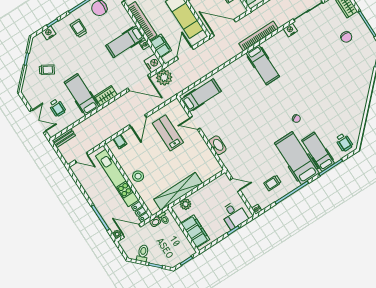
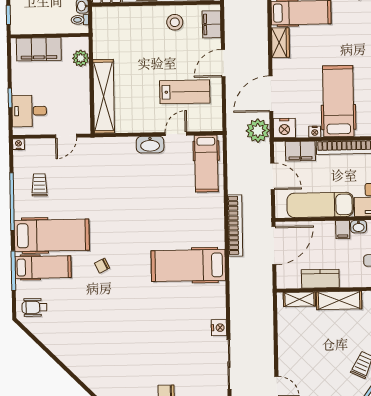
bookcase: (258, 36) -> (235, 225), moved
hospital bed: (125, 42) -> (338, 101), width x1.37, depth x1.29
hospital bed: (263, 65) -> (188, 265), width x1.37, depth x1.29
door: (138, 121) -> (223, 63), hinge flipped
filing cabinet: (120, 141) -> (212, 24), width x2.00
washbasin: (218, 145) -> (150, 145), moved
stool: (138, 176) -> (175, 22), moved
shelving: (178, 191) -> (104, 96), moved

